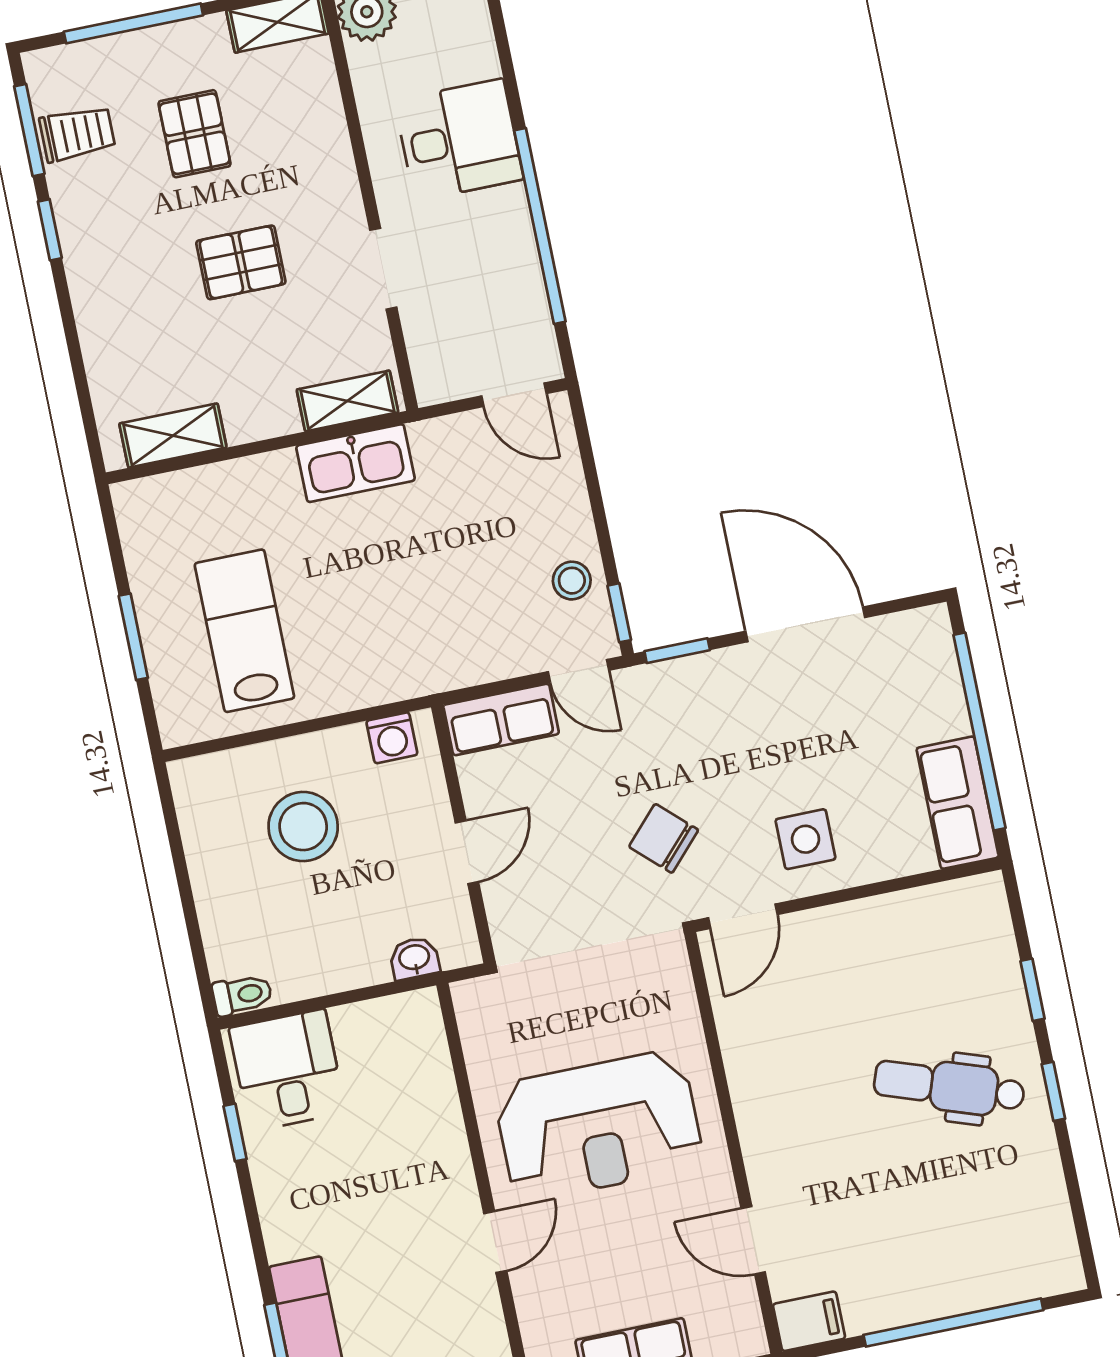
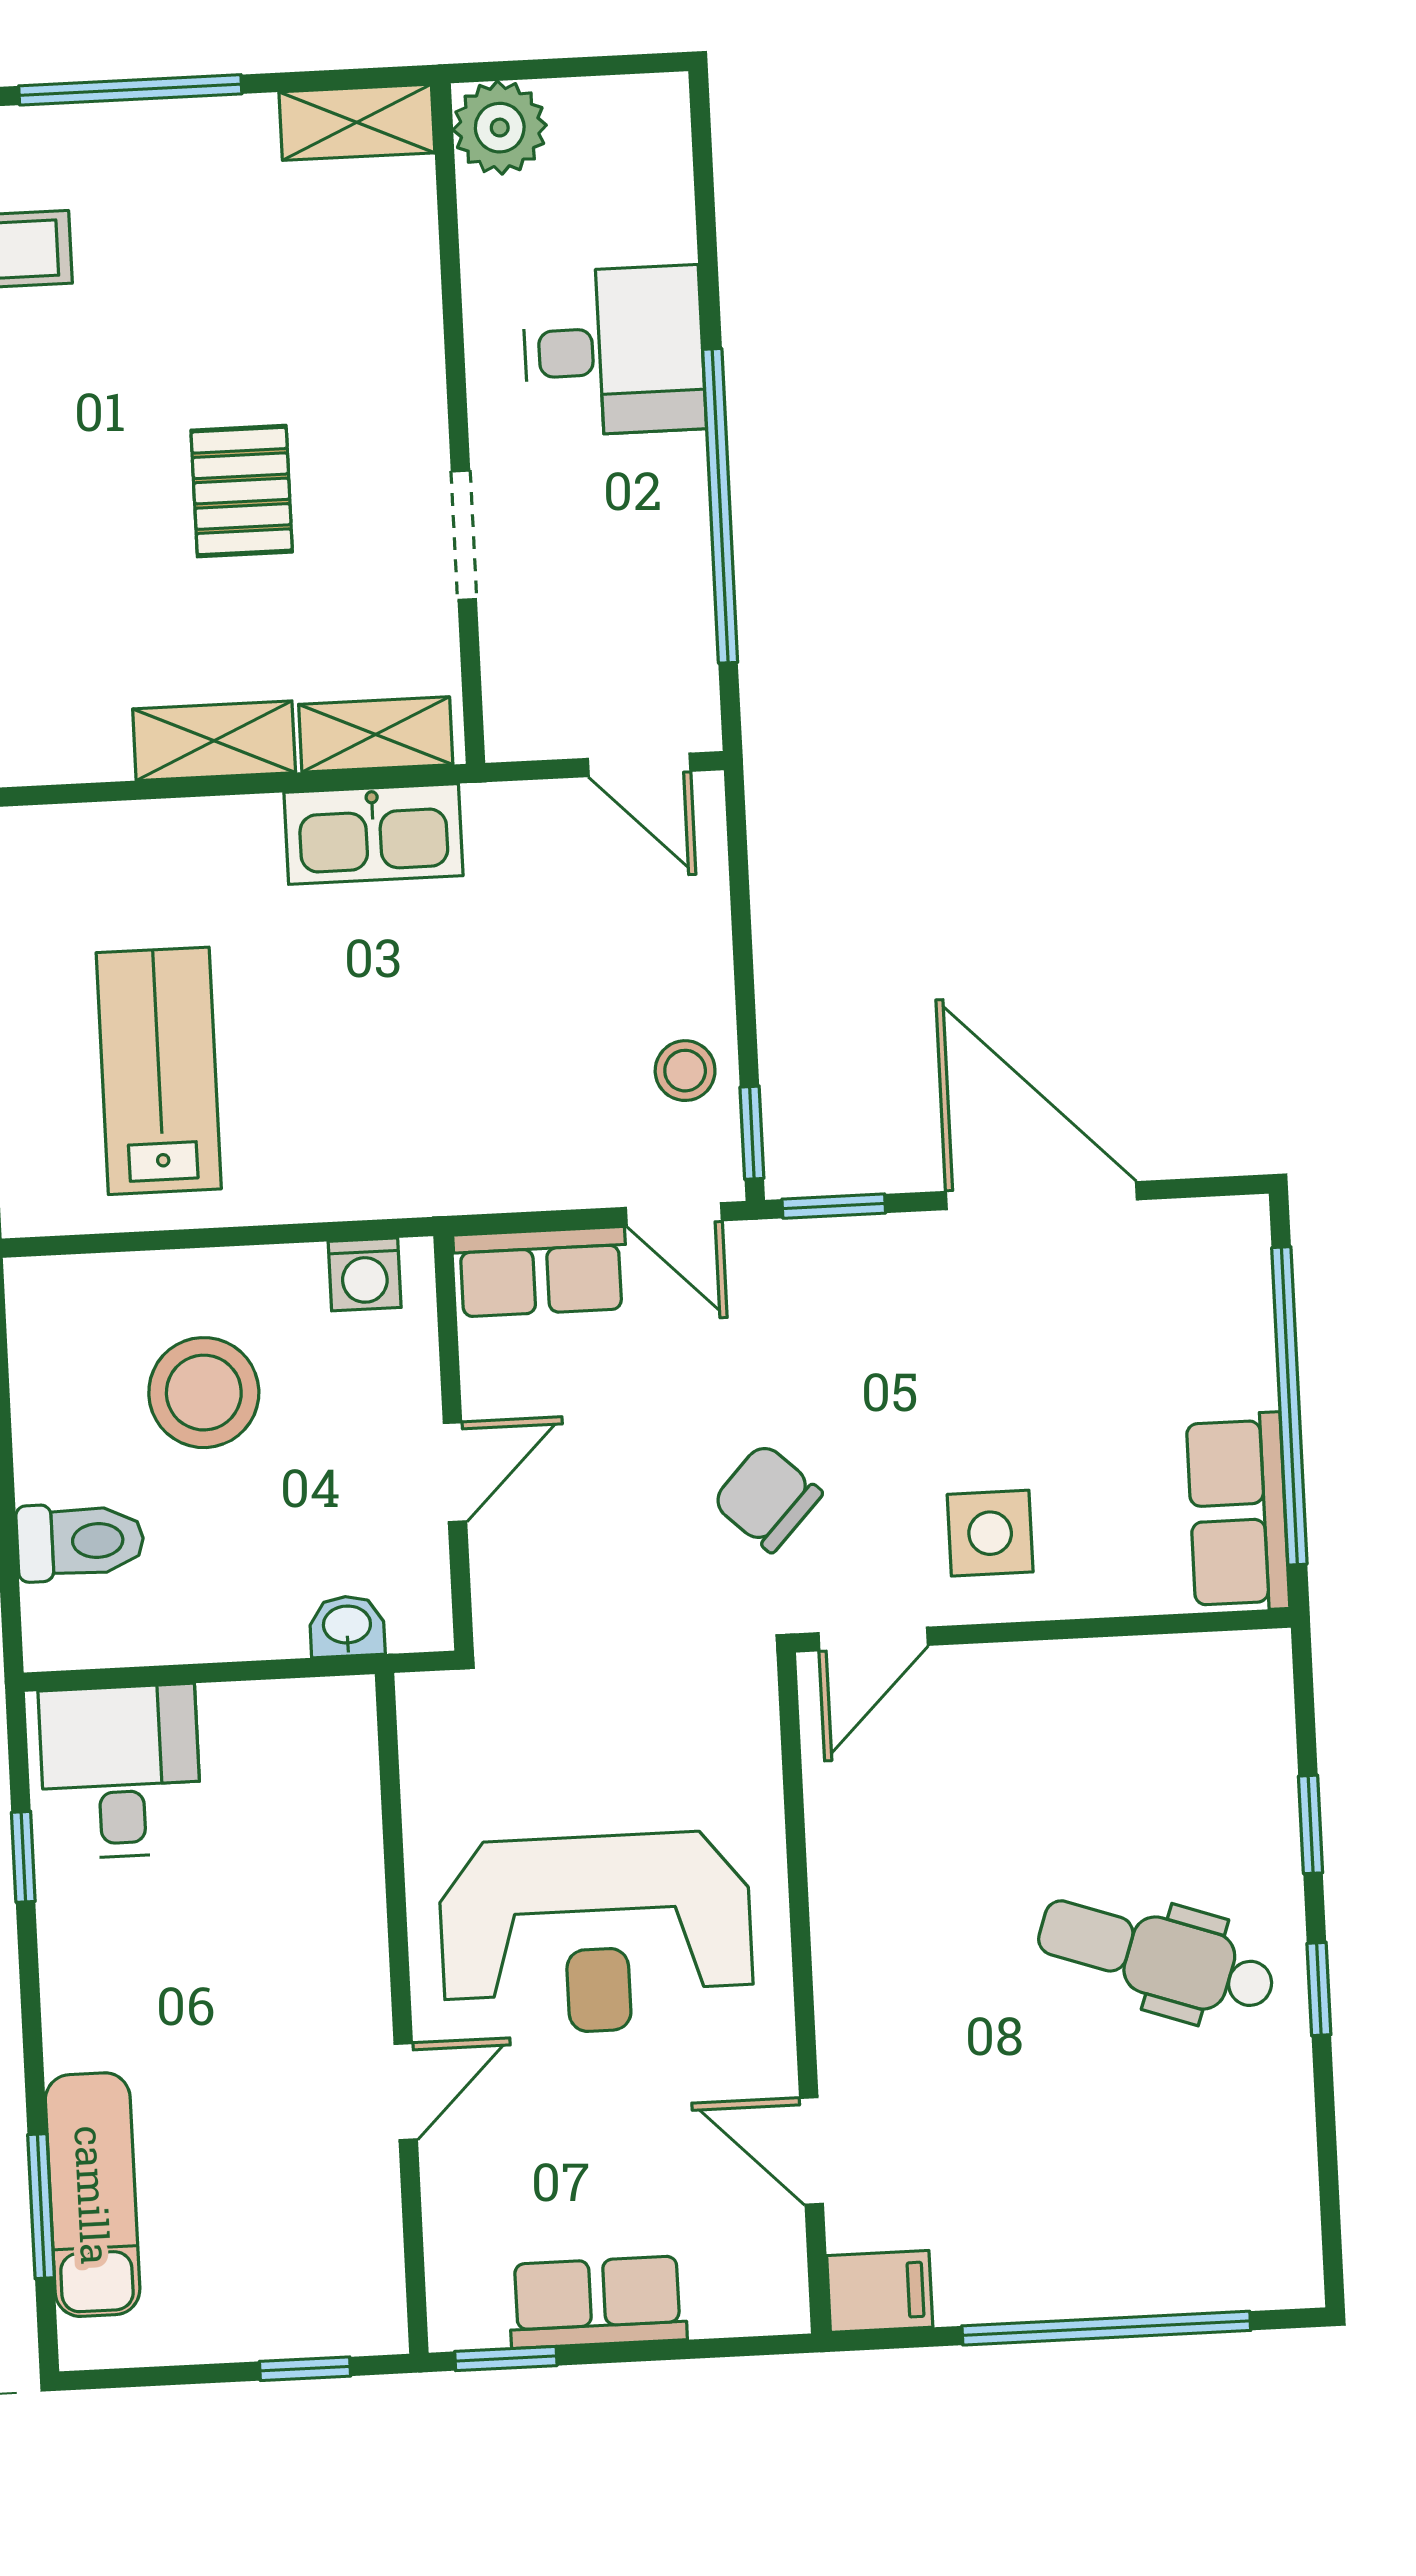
pallet: (194, 134) -> (200, 278), removed
pallet: (241, 262) -> (242, 491), turned 90
shelving: (173, 436) -> (214, 741), moved
toilet: (242, 995) -> (80, 1541), moved, width x1.37, depth x1.39

